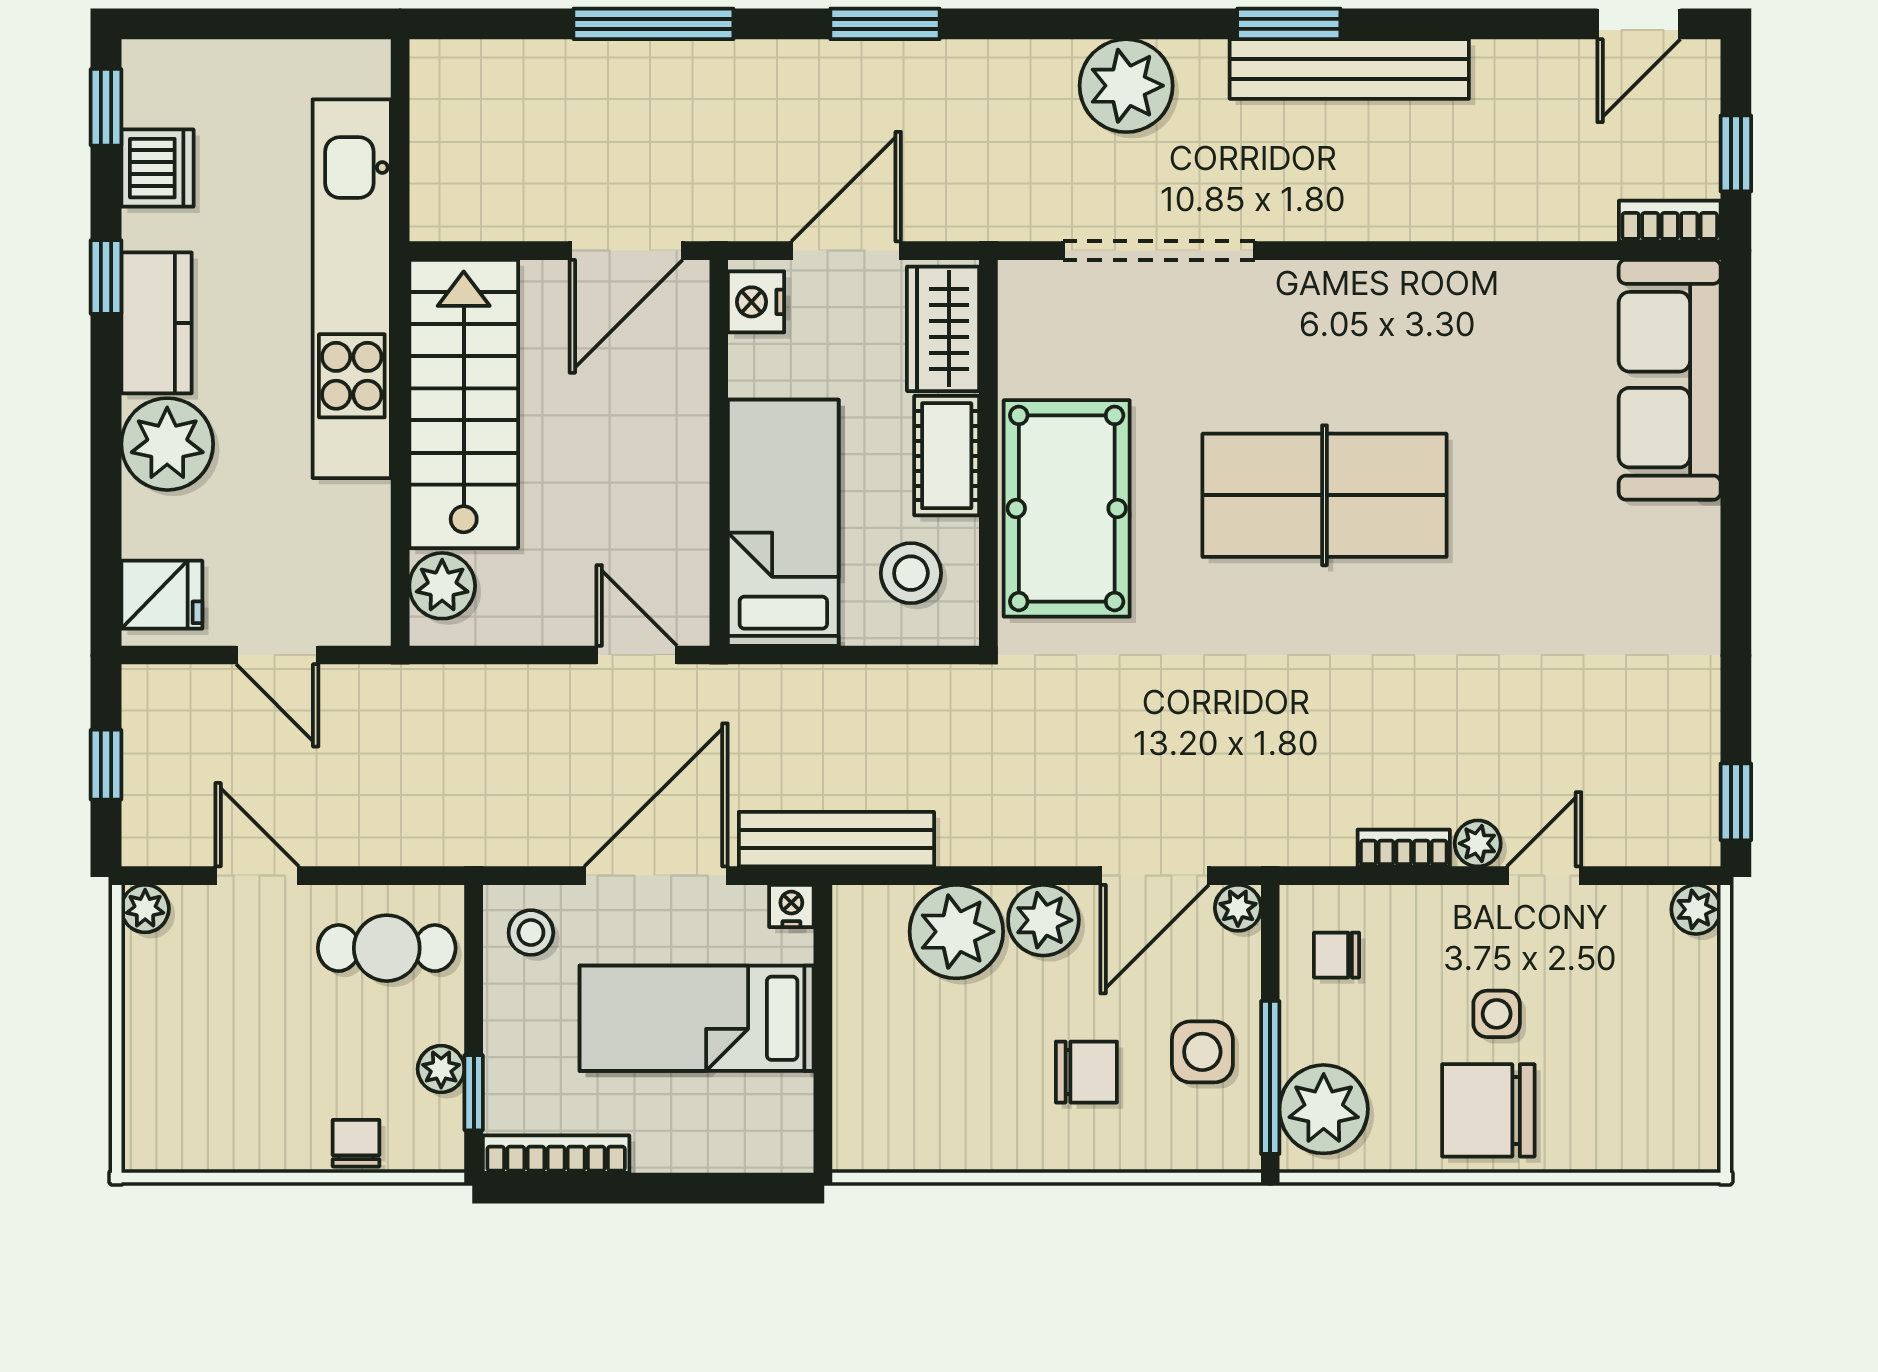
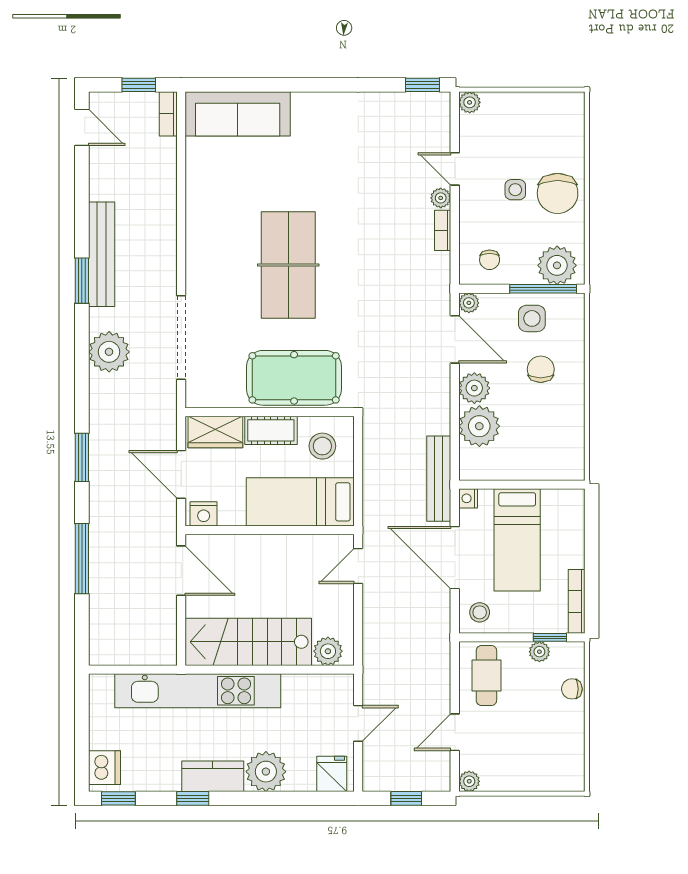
dishwasher: (157, 168) -> (104, 768), moved, turned 90

